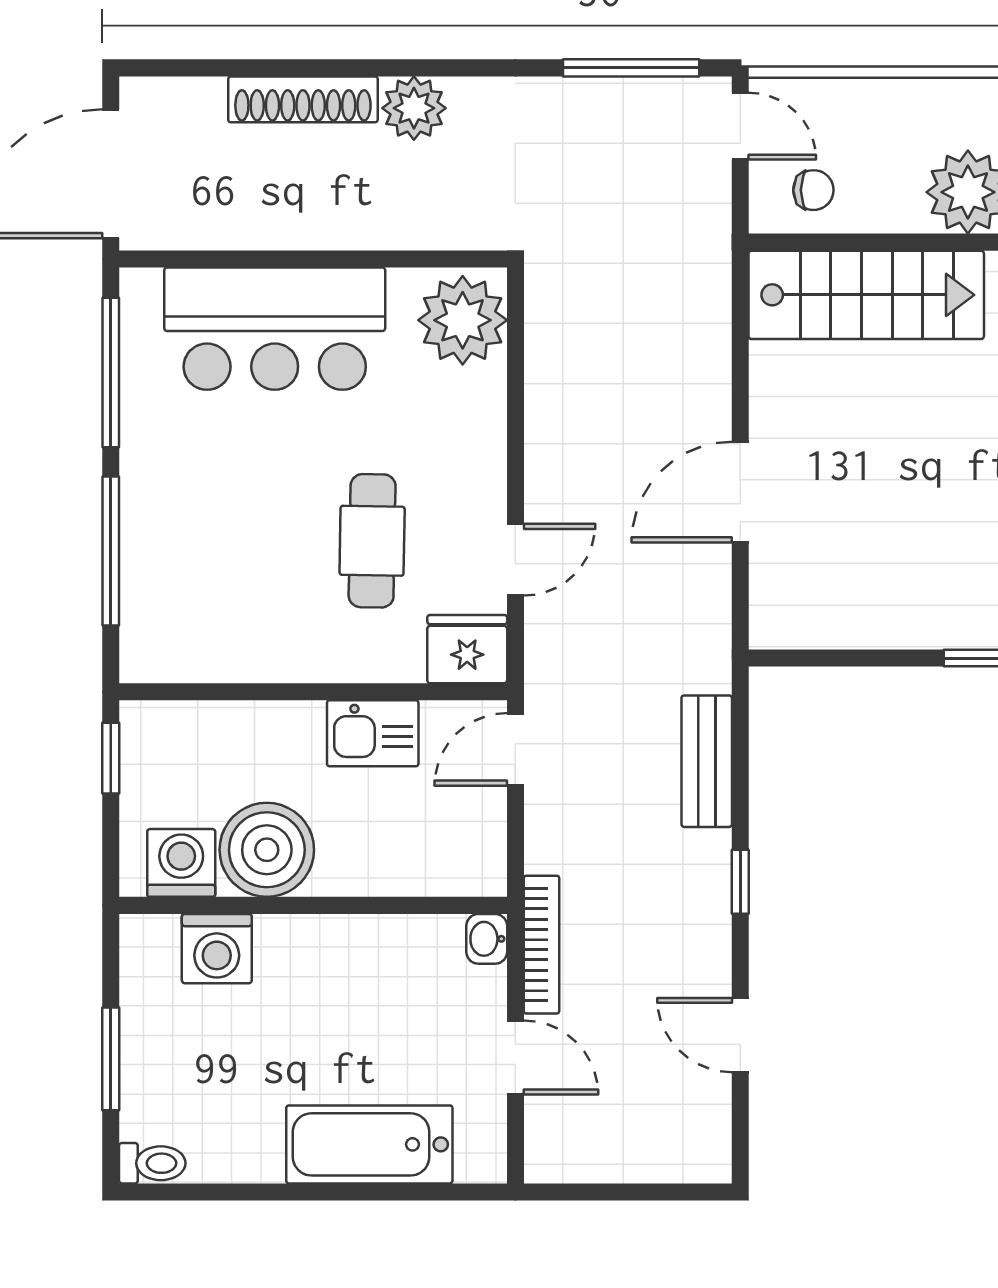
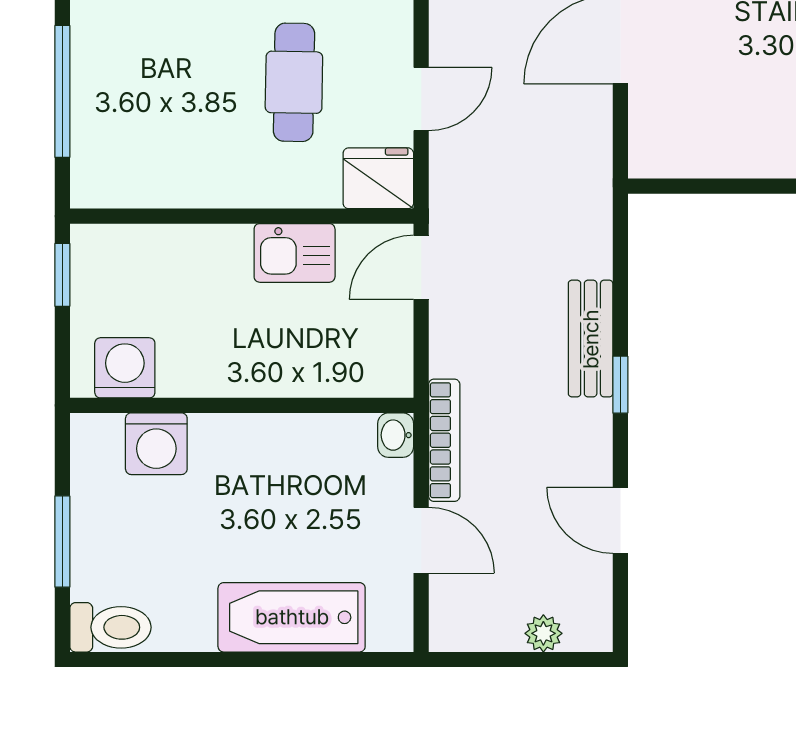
bench: (707, 761) -> (591, 339), moved
boiler: (267, 850) -> (201, 356), removed
plant: (654, 1162) -> (543, 633), added
toilet: (152, 1163) -> (110, 627), width x1.37, depth x1.39

